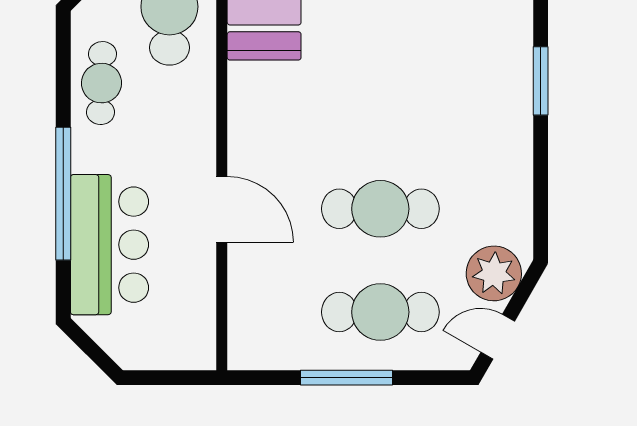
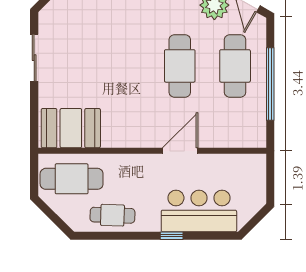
window: (63, 194) -> (172, 236), width x0.32
window: (347, 378) -> (270, 84), width x1.46

